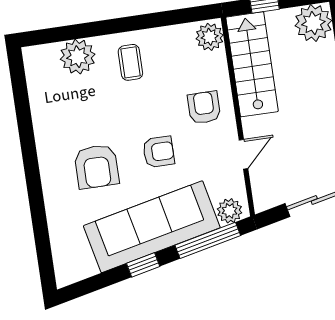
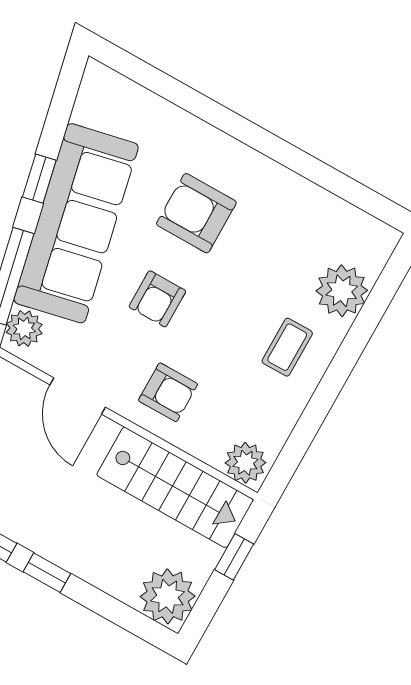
coffee table: (130, 62) -> (287, 347), turned 90
door: (243, 154) -> (78, 396), width x1.38

